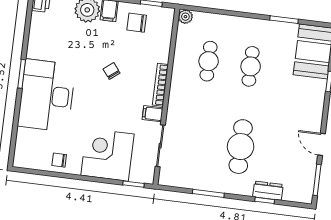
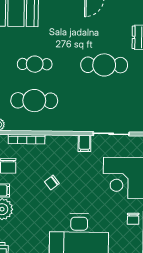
cafe table: (209, 61) -> (34, 101), width x1.37, depth x1.35
bookcase: (160, 85) -> (27, 139), moved

